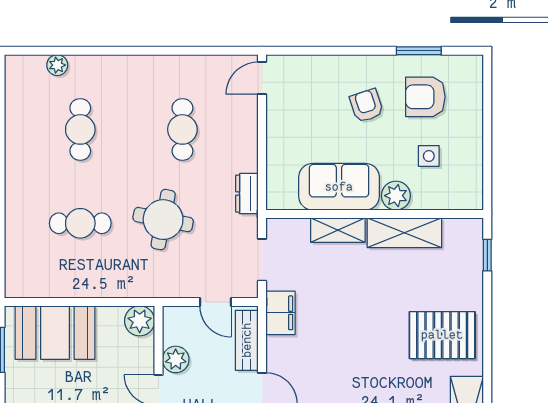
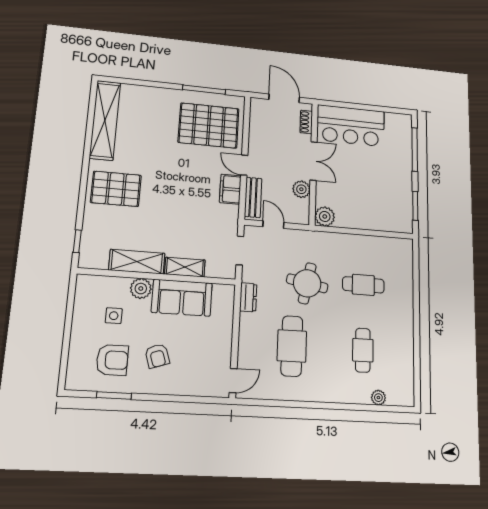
cafe table: (182, 129) -> (292, 346), width x1.37, depth x1.35
filing cabinet: (281, 313) -> (230, 189), moved
booth: (55, 333) -> (380, 214), removed

